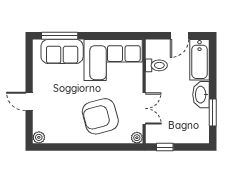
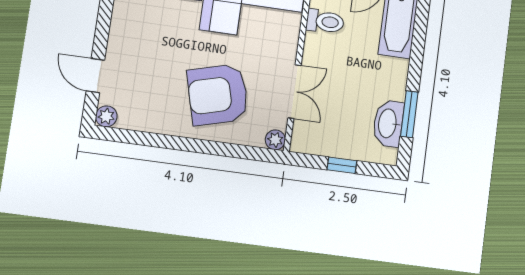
washbasin: (201, 95) -> (388, 123), moved
door: (29, 101) -> (95, 76), moved
window: (165, 147) -> (342, 165), moved

